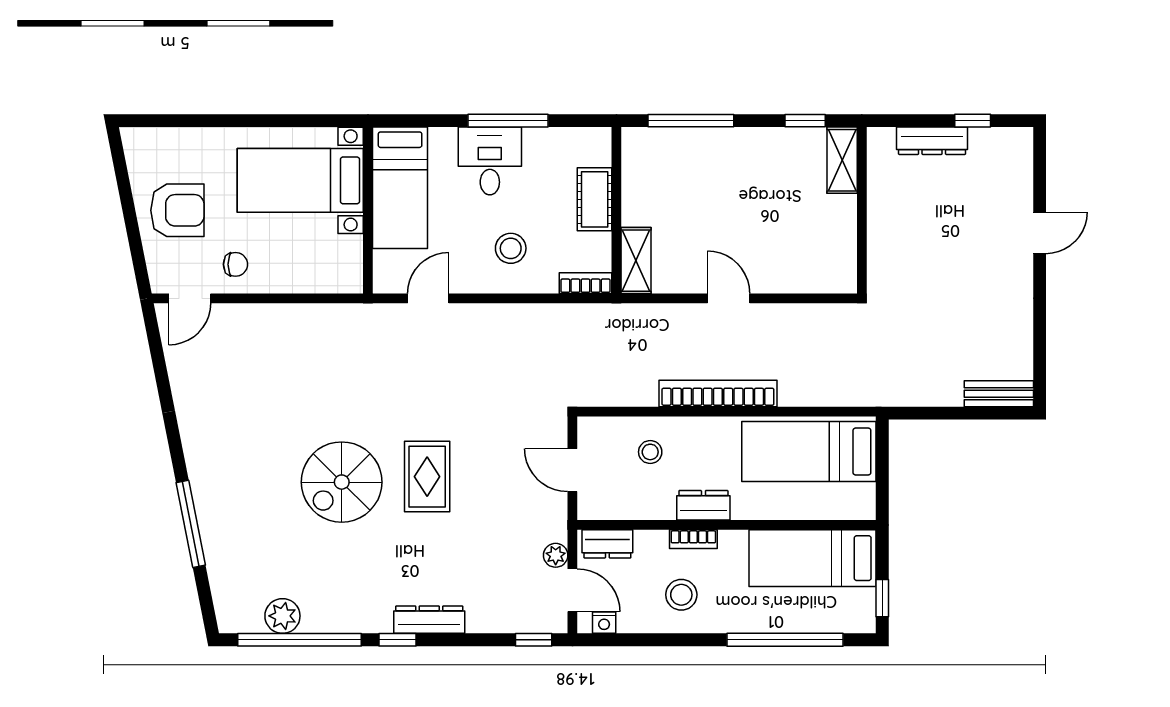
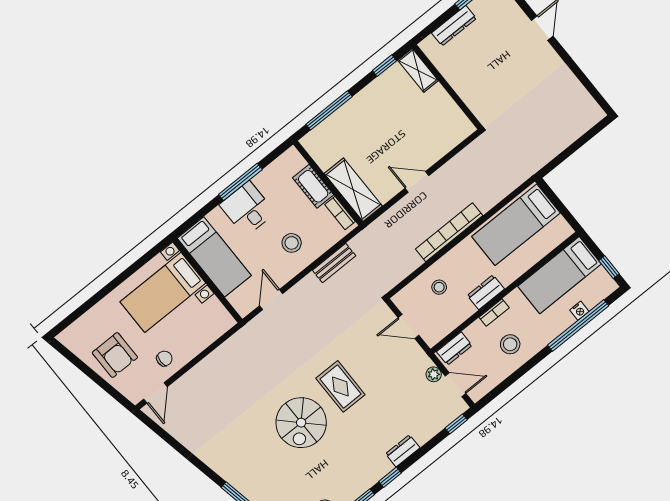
armchair: (177, 210) -> (115, 355), turned 90
shelving: (636, 261) -> (353, 190), width x1.50, depth x1.33
bookcase: (585, 283) -> (340, 213), moved, turned -90
bench: (999, 394) -> (334, 263), moved
dresser: (429, 620) -> (403, 451), width x0.70
nightstand: (604, 623) -> (579, 311), moved

